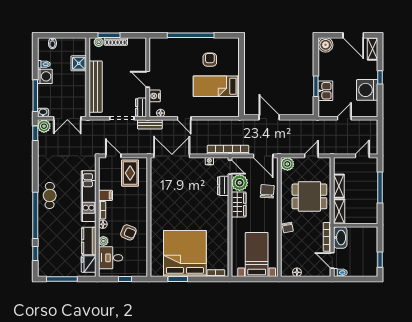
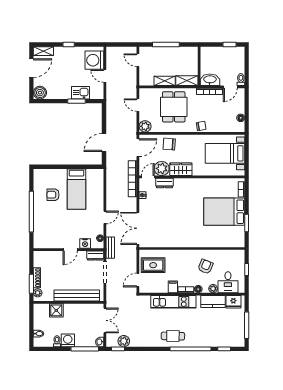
washing machine: (367, 90) -> (94, 60), moved, turned 90
plant: (44, 126) -> (124, 341), moved
bed: (185, 254) -> (224, 212), width x0.73

